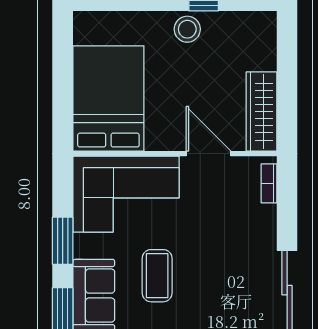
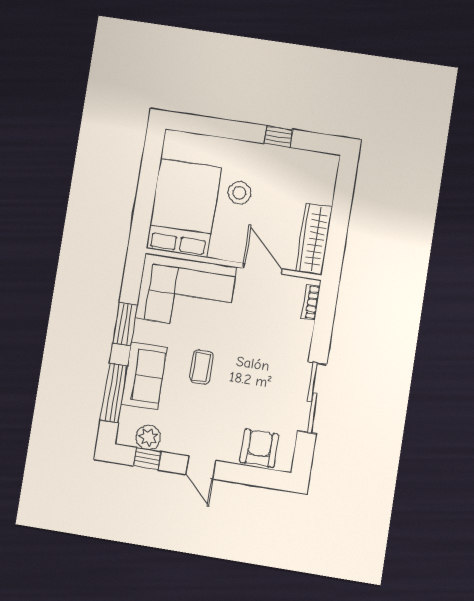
stool: (187, 29) -> (239, 193), moved
coffee table: (157, 276) -> (201, 367), width x0.73, depth x0.77

